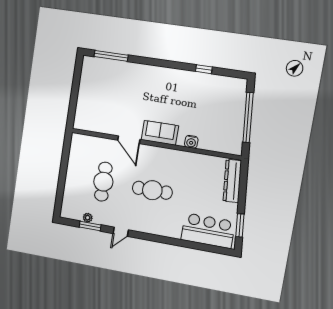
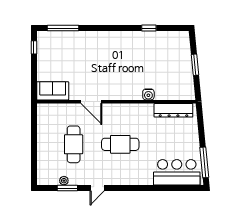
window: (78, 72) -> (34, 47), added
window: (248, 118) -> (195, 65), width x0.47
sofa: (160, 133) -> (53, 91), moved
dresser: (232, 181) -> (173, 110), moved, turned -85
window: (240, 225) -> (204, 162), width x1.44

